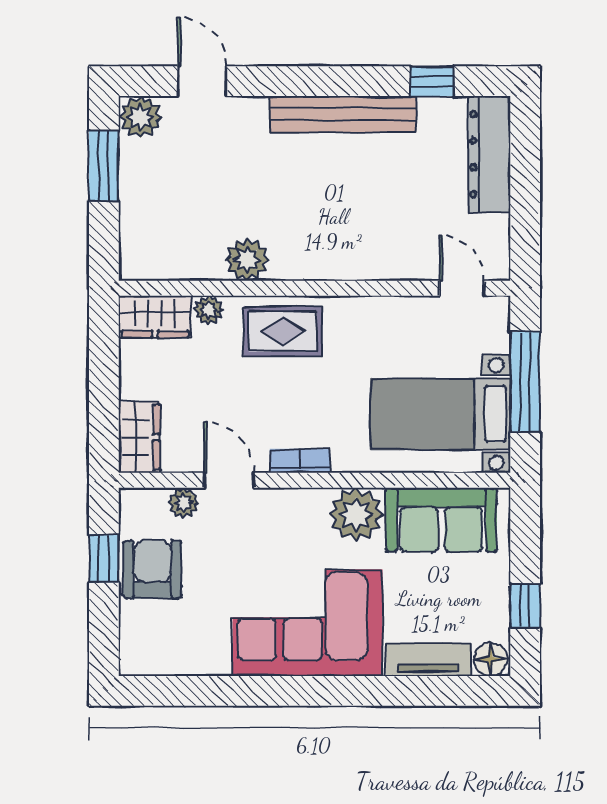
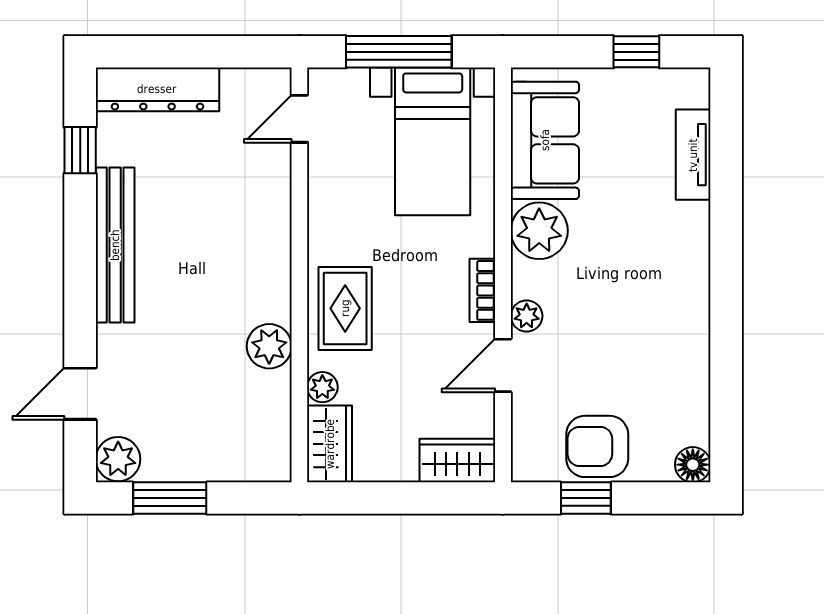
plant: (183, 503) -> (527, 316), moved
corner sofa: (307, 623) -> (654, 282), removed
floor lamp: (490, 659) -> (693, 465), moved

